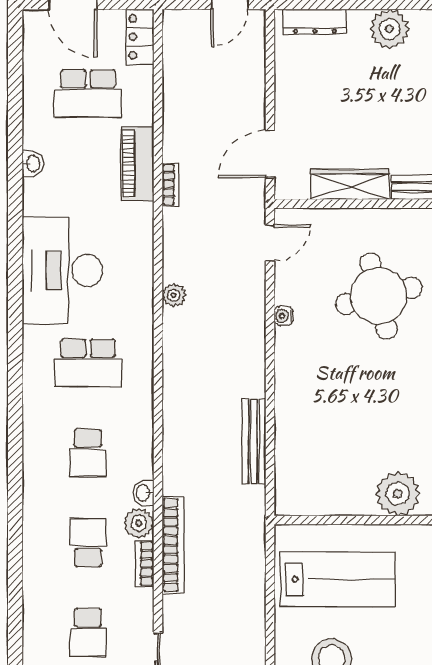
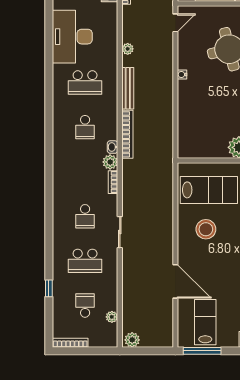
water cooler: (283, 316) -> (182, 75), moved
bench: (254, 441) -> (128, 88), moved
school desk: (88, 543) -> (85, 172), removed
bookcase: (173, 545) -> (127, 134), moved

